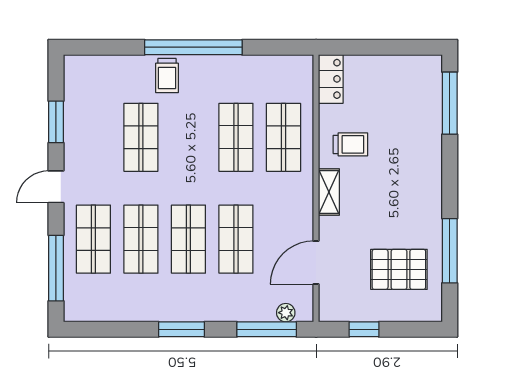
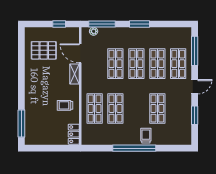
shelving: (329, 192) -> (75, 74), moved
window: (450, 251) -> (21, 59), removed
door: (316, 262) -> (80, 53), swing flipped

